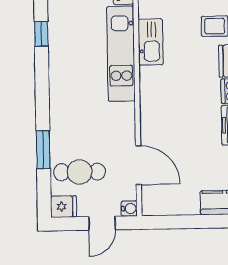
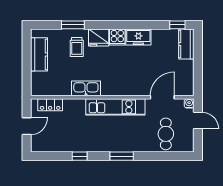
kitchen unit: (121, 54) -> (115, 107), moved
window: (43, 150) -> (122, 156), moved
fridge: (64, 207) -> (187, 144), removed

